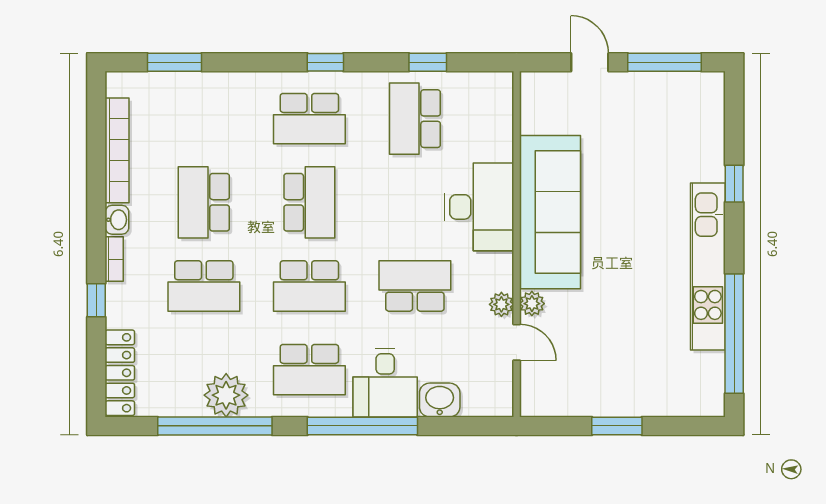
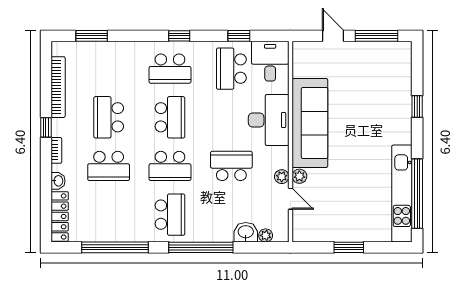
washbasin: (117, 220) -> (58, 181), moved
kitchen unit: (708, 266) -> (402, 194), moved
window: (96, 300) -> (46, 127), moved
school desk: (309, 370) -> (170, 215), turned -90
desk: (385, 383) -> (270, 61), moved, turned 180
plant: (226, 395) -> (266, 235), moved, width x0.53, depth x0.53

